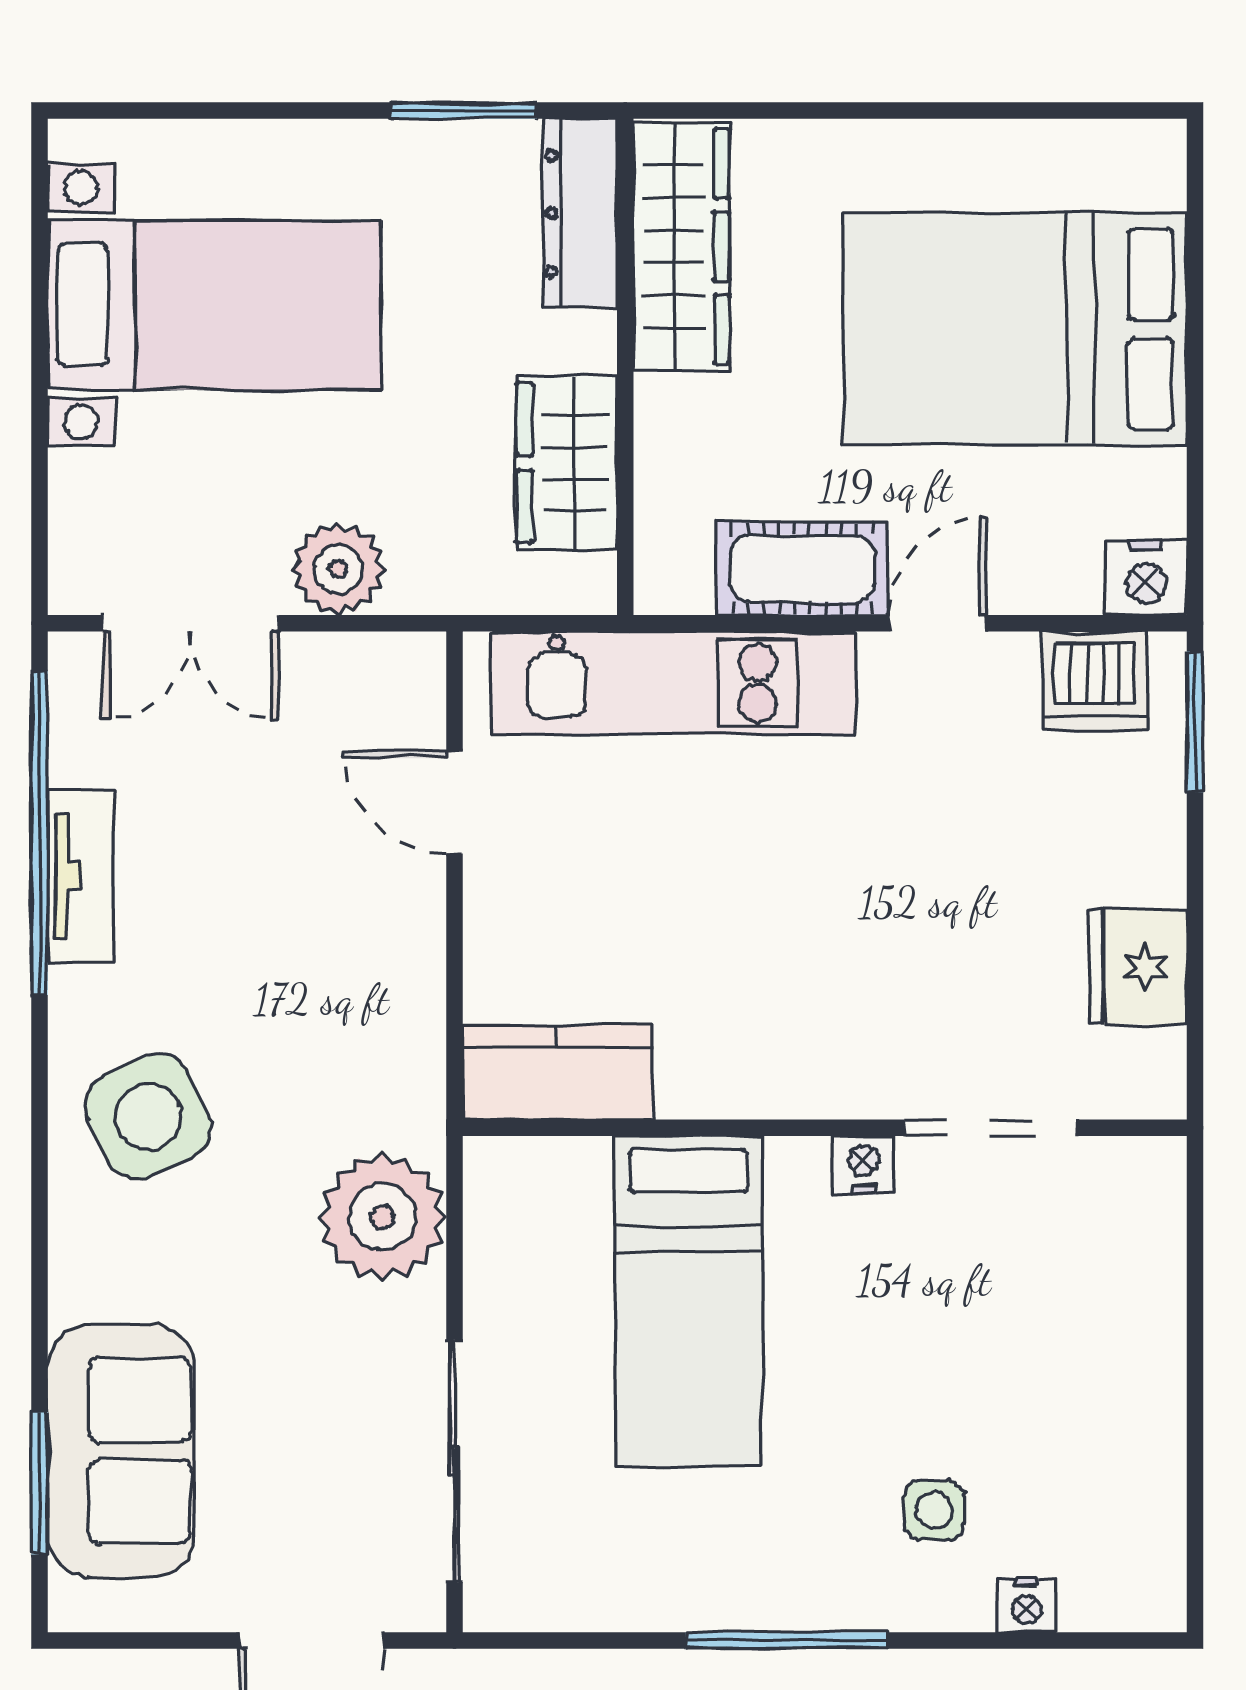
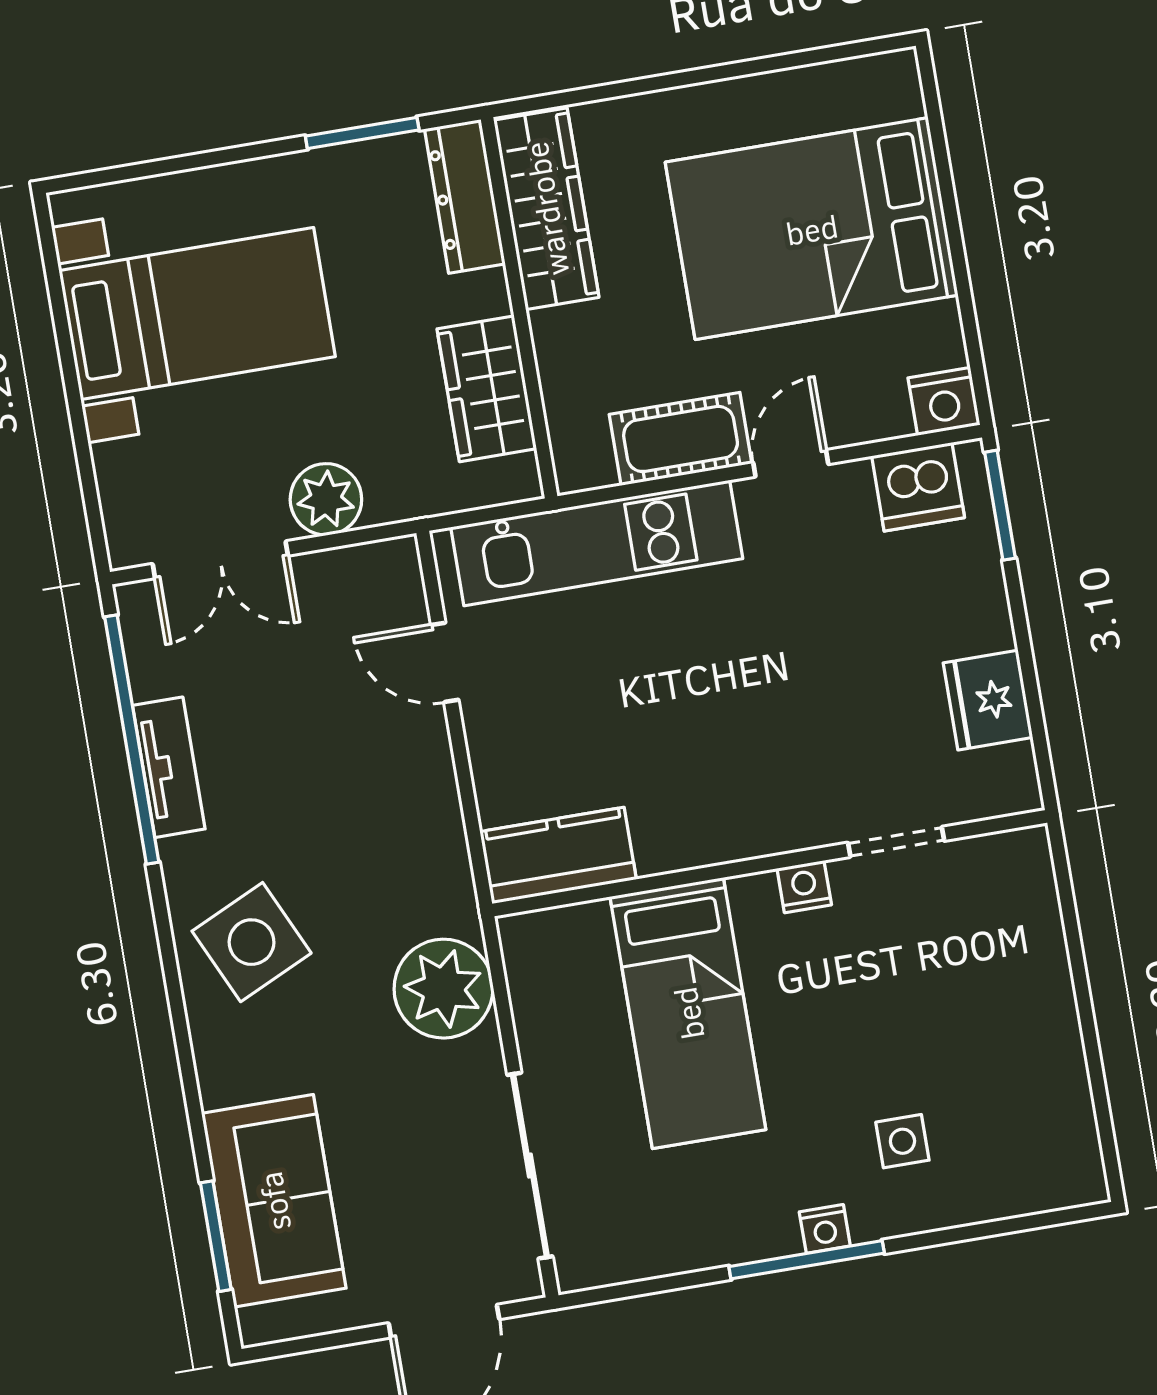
doorway: (990, 1128) -> (896, 842), width x0.73
nightstand: (1027, 1605) -> (825, 1229), moved

